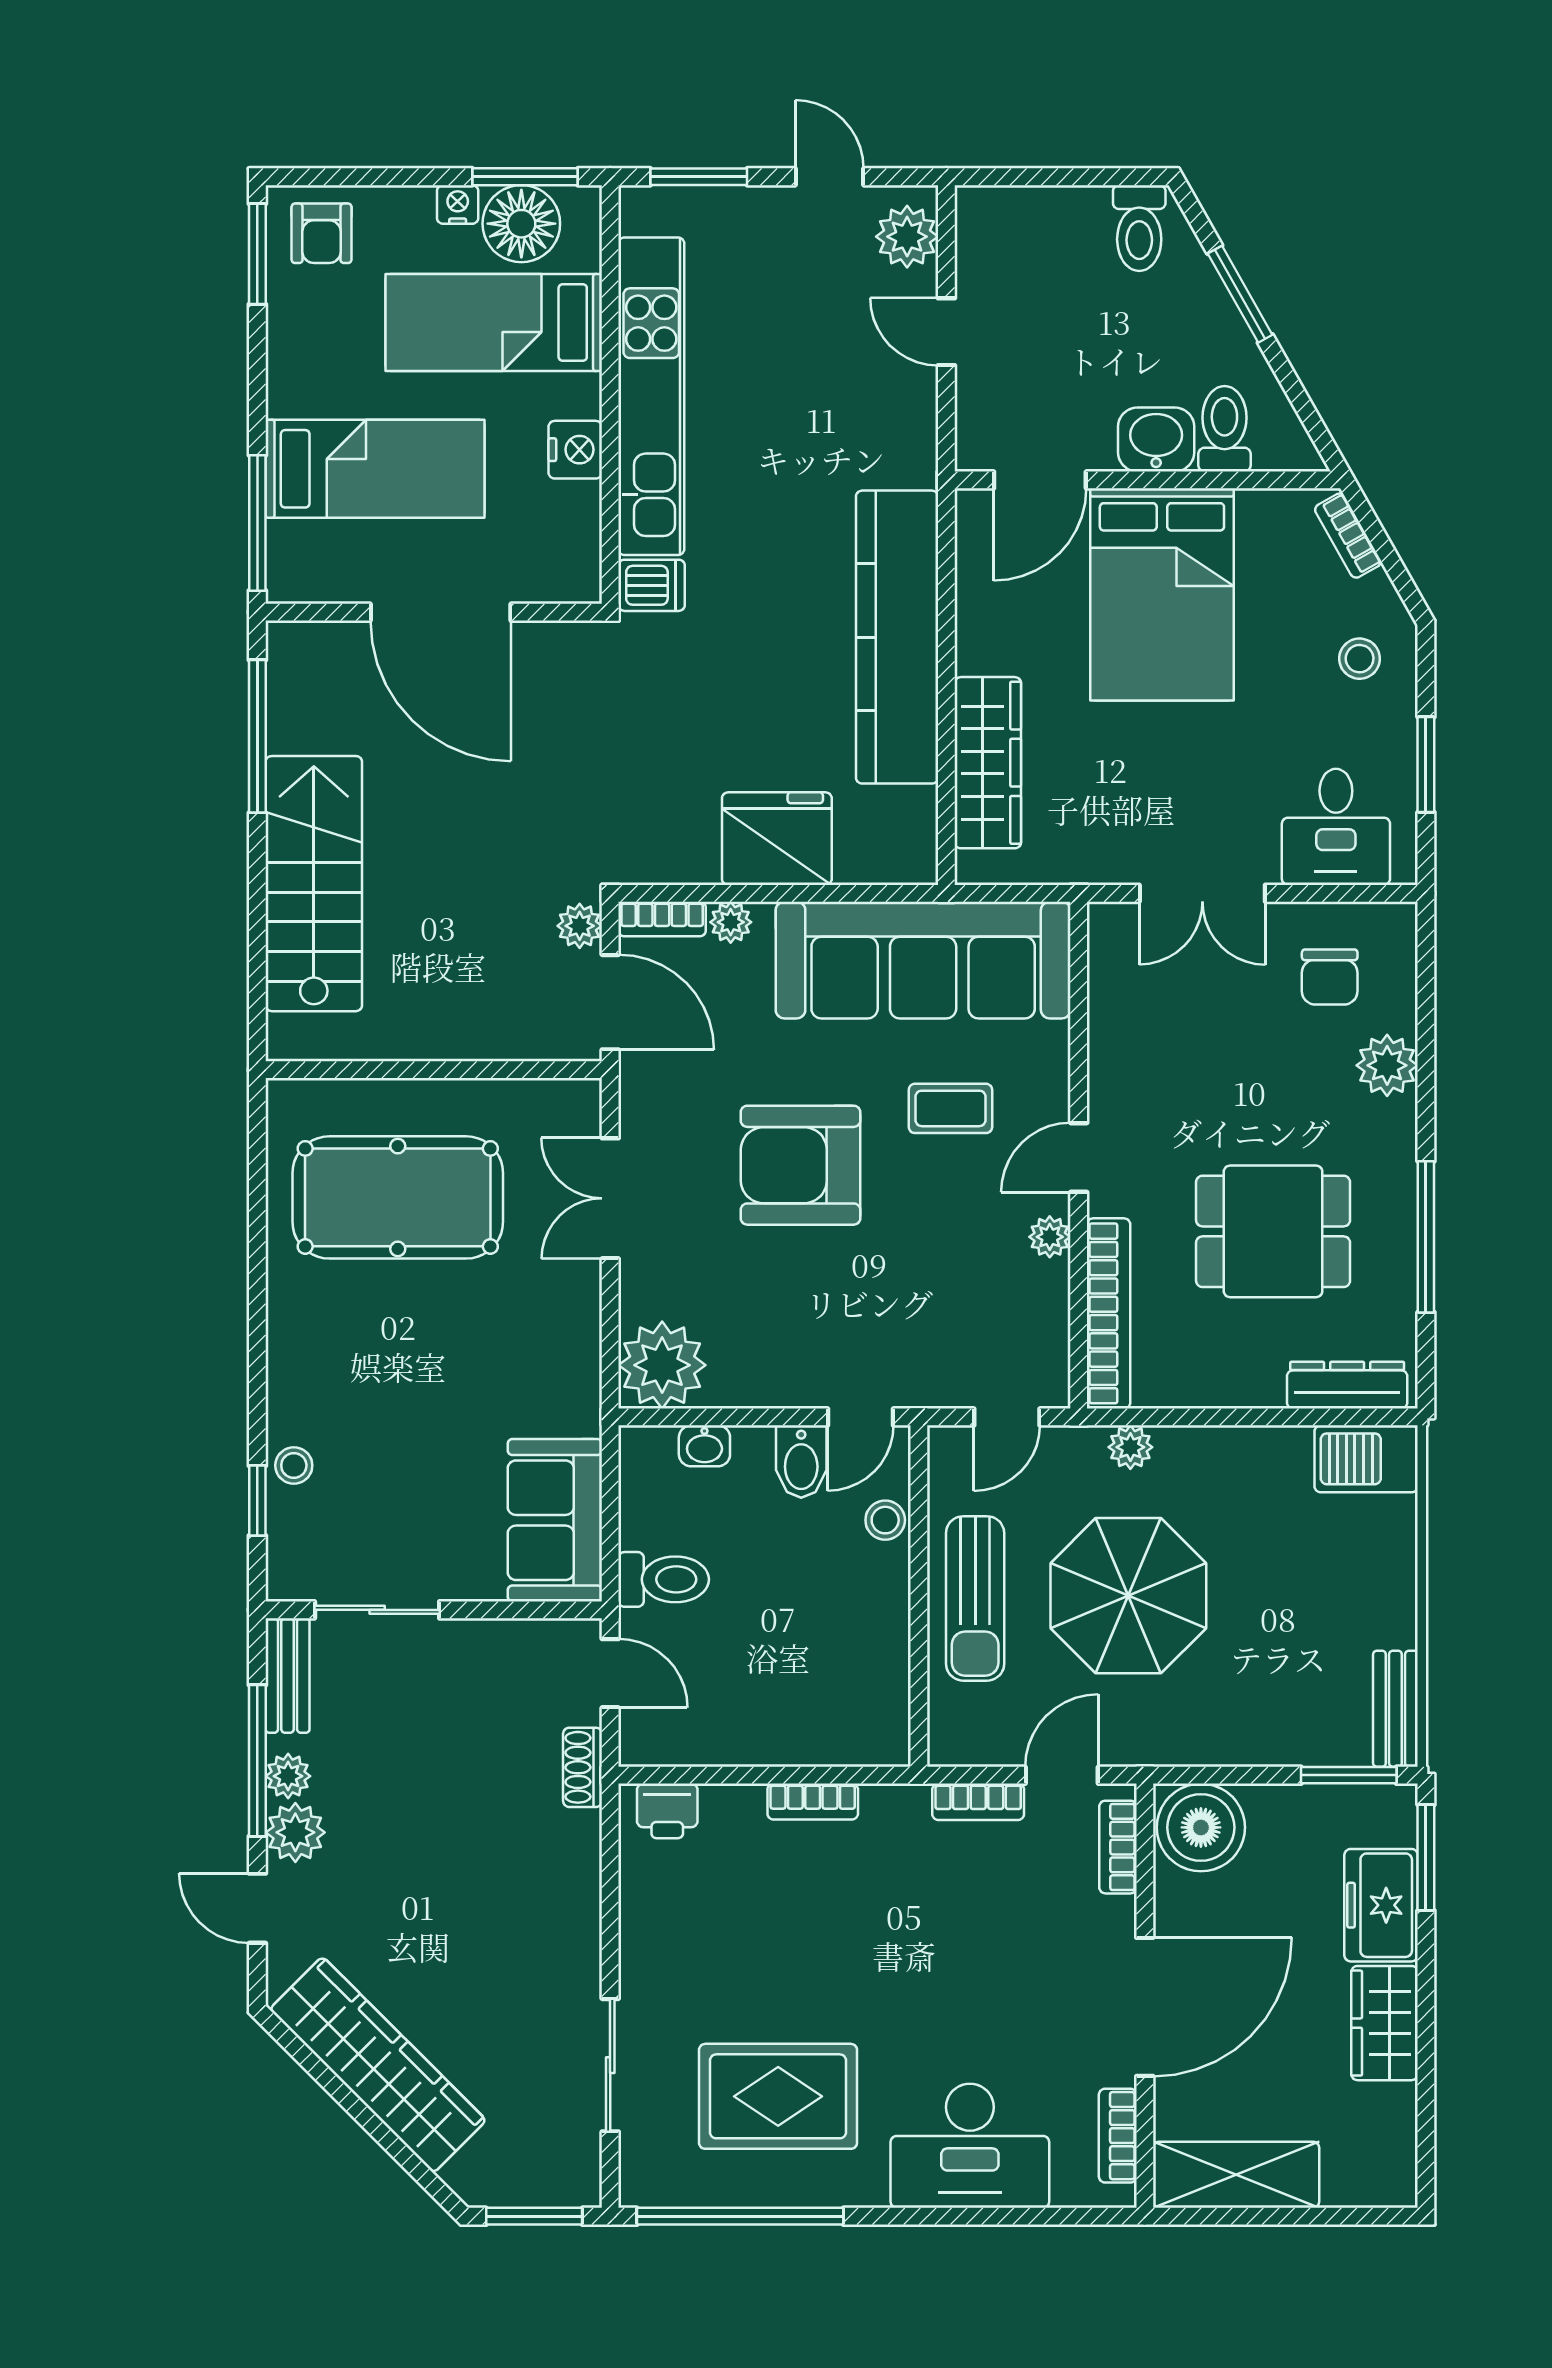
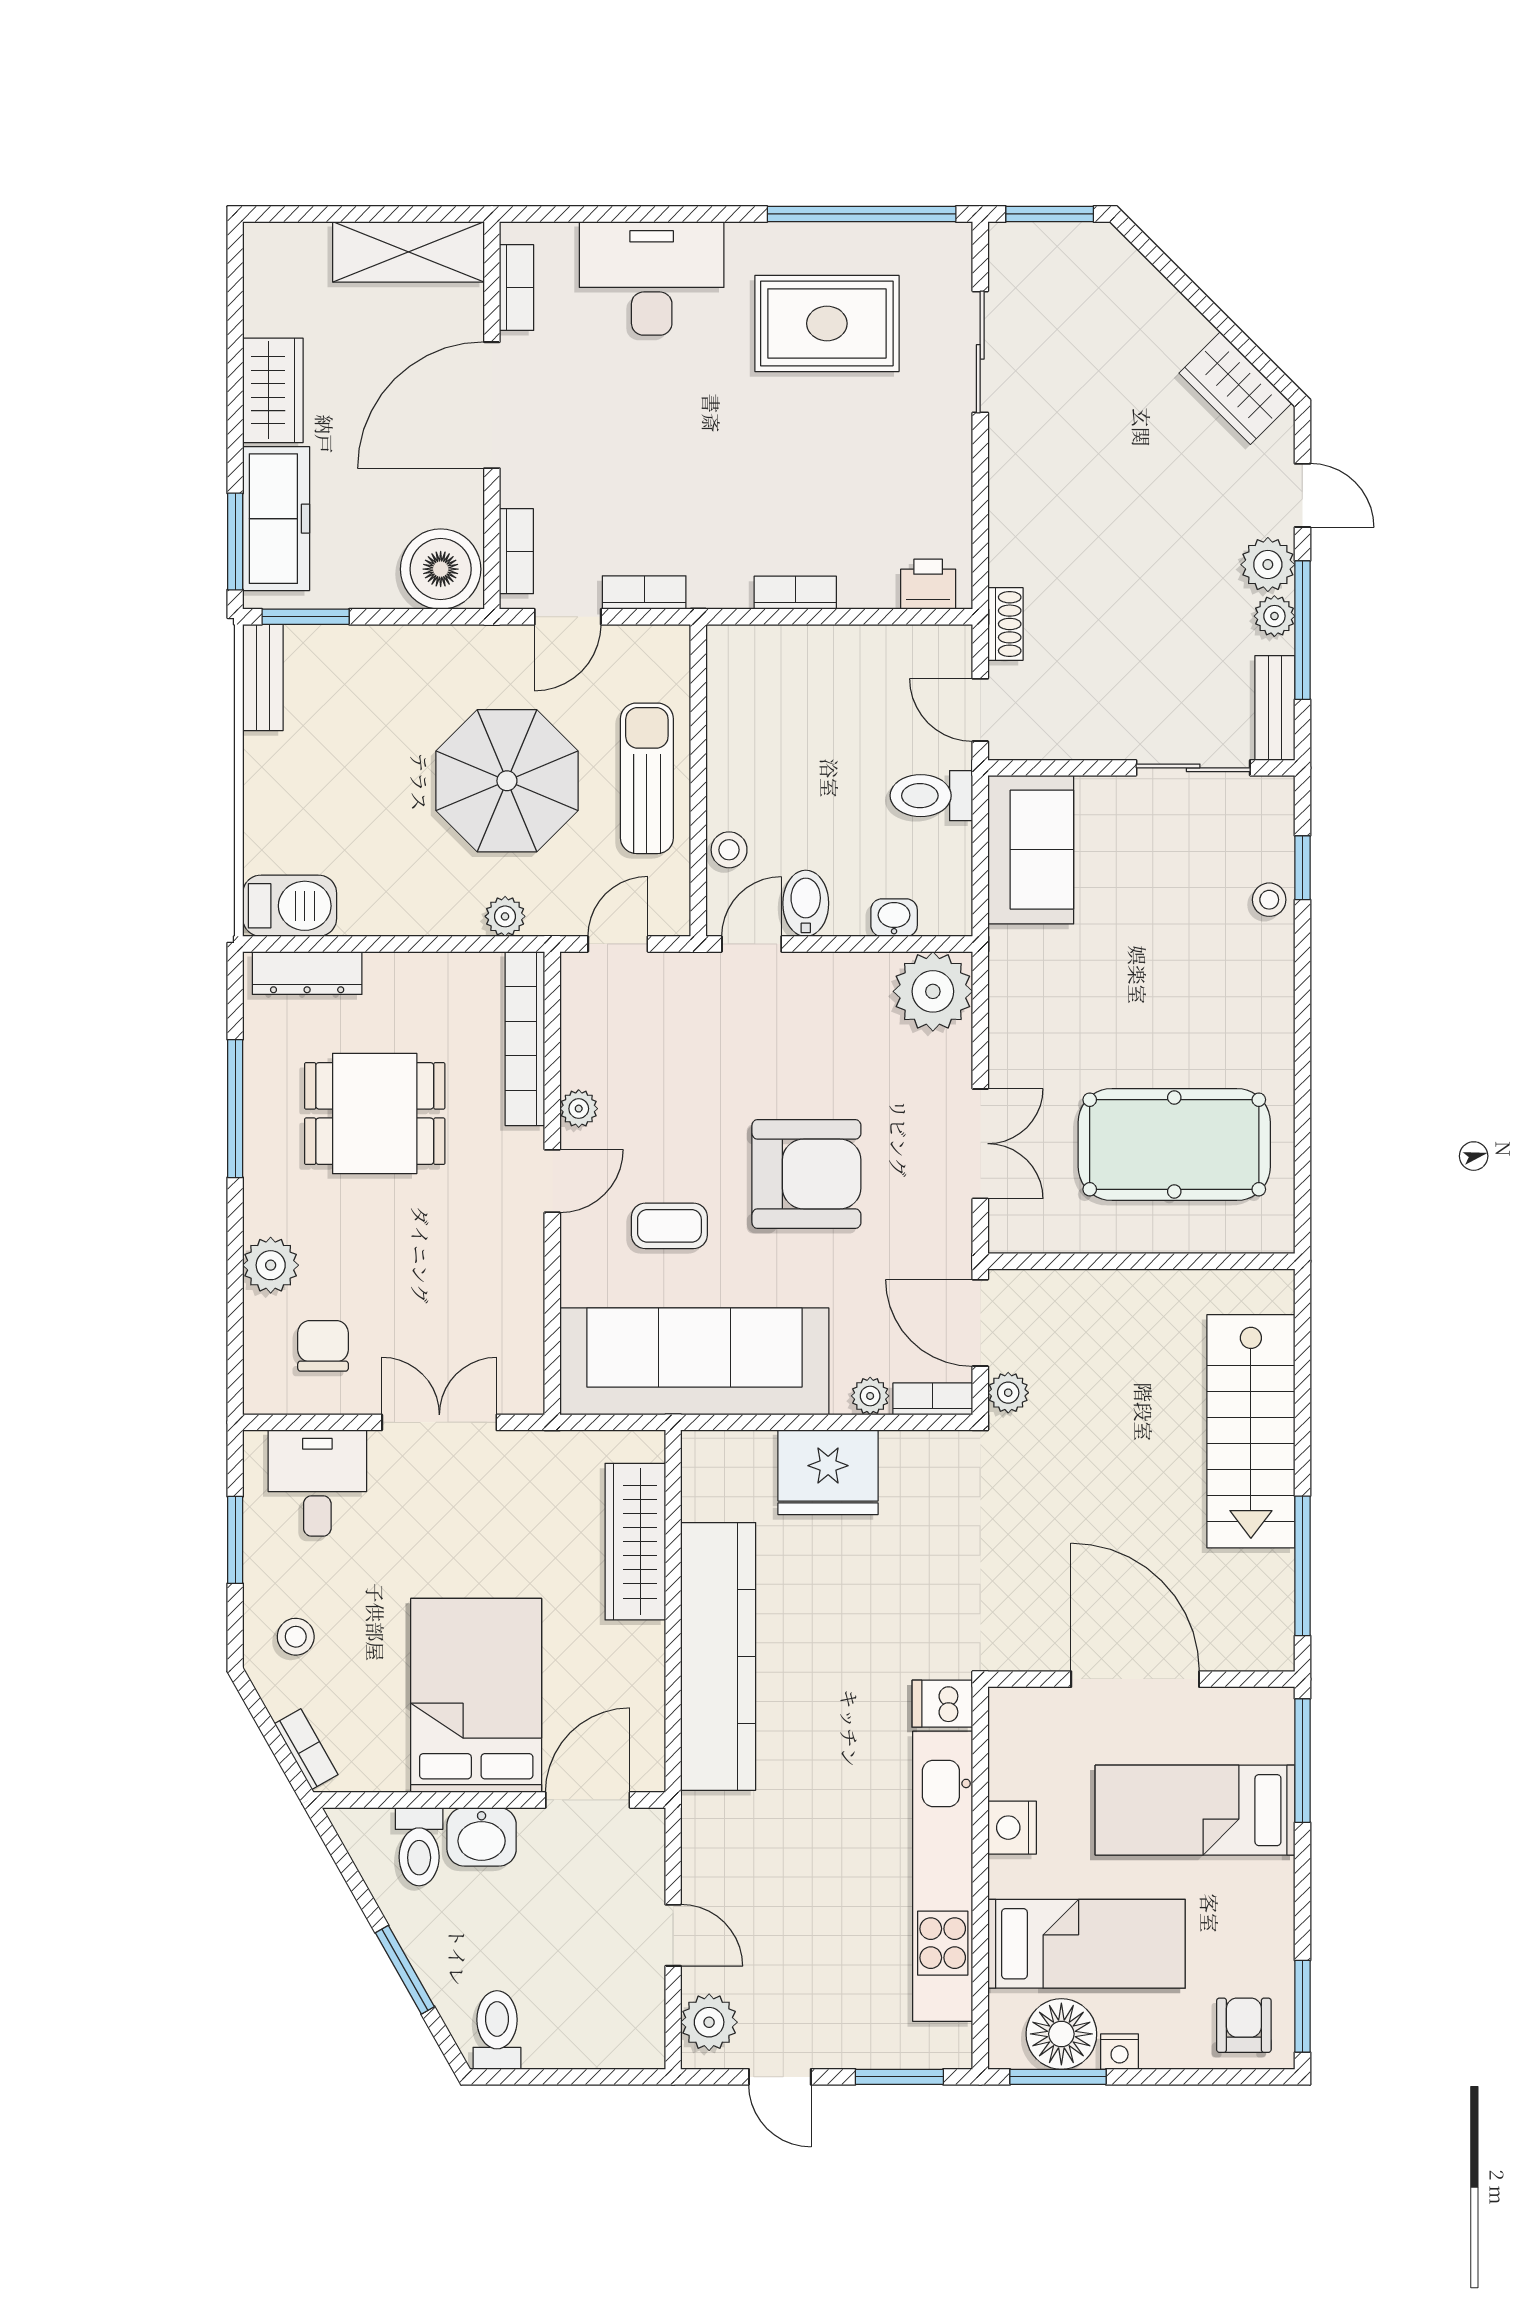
freezer: (1381, 1905) -> (276, 519), width x1.40
wardrobe: (378, 2065) -> (1235, 388), width x0.48, depth x0.85

